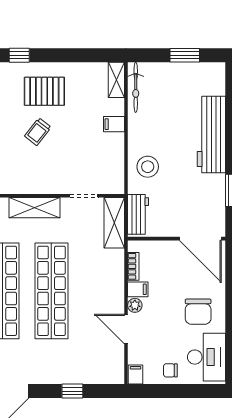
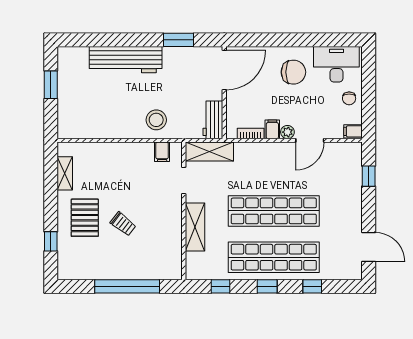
shelving: (116, 80) -> (65, 173), moved, turned 90
bicycle: (136, 87) -> (81, 131), removed
filing cabinet: (114, 124) -> (162, 152), moved
workbench: (138, 214) -> (213, 120), moved, turned -90
window: (72, 391) -> (369, 176), moved

